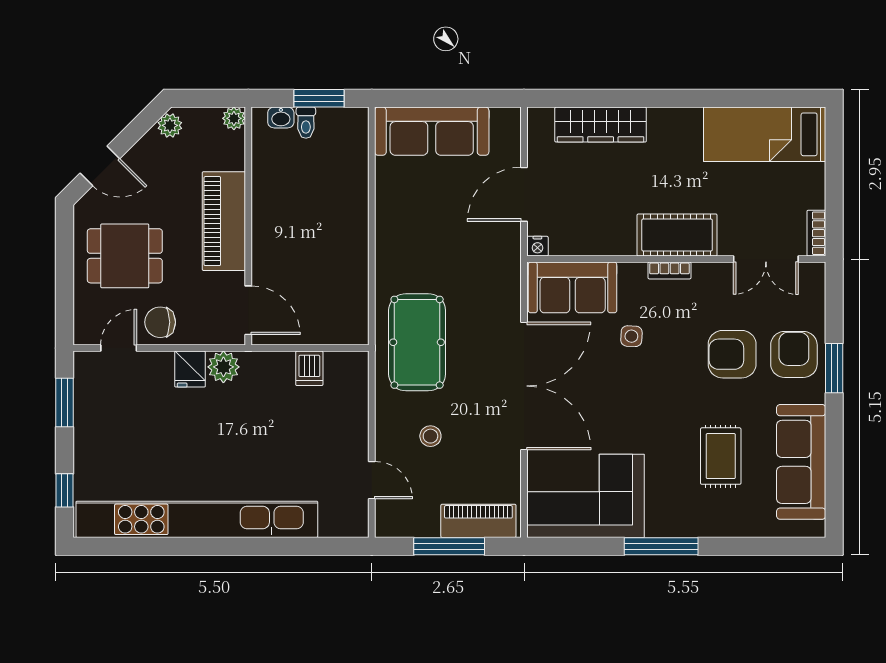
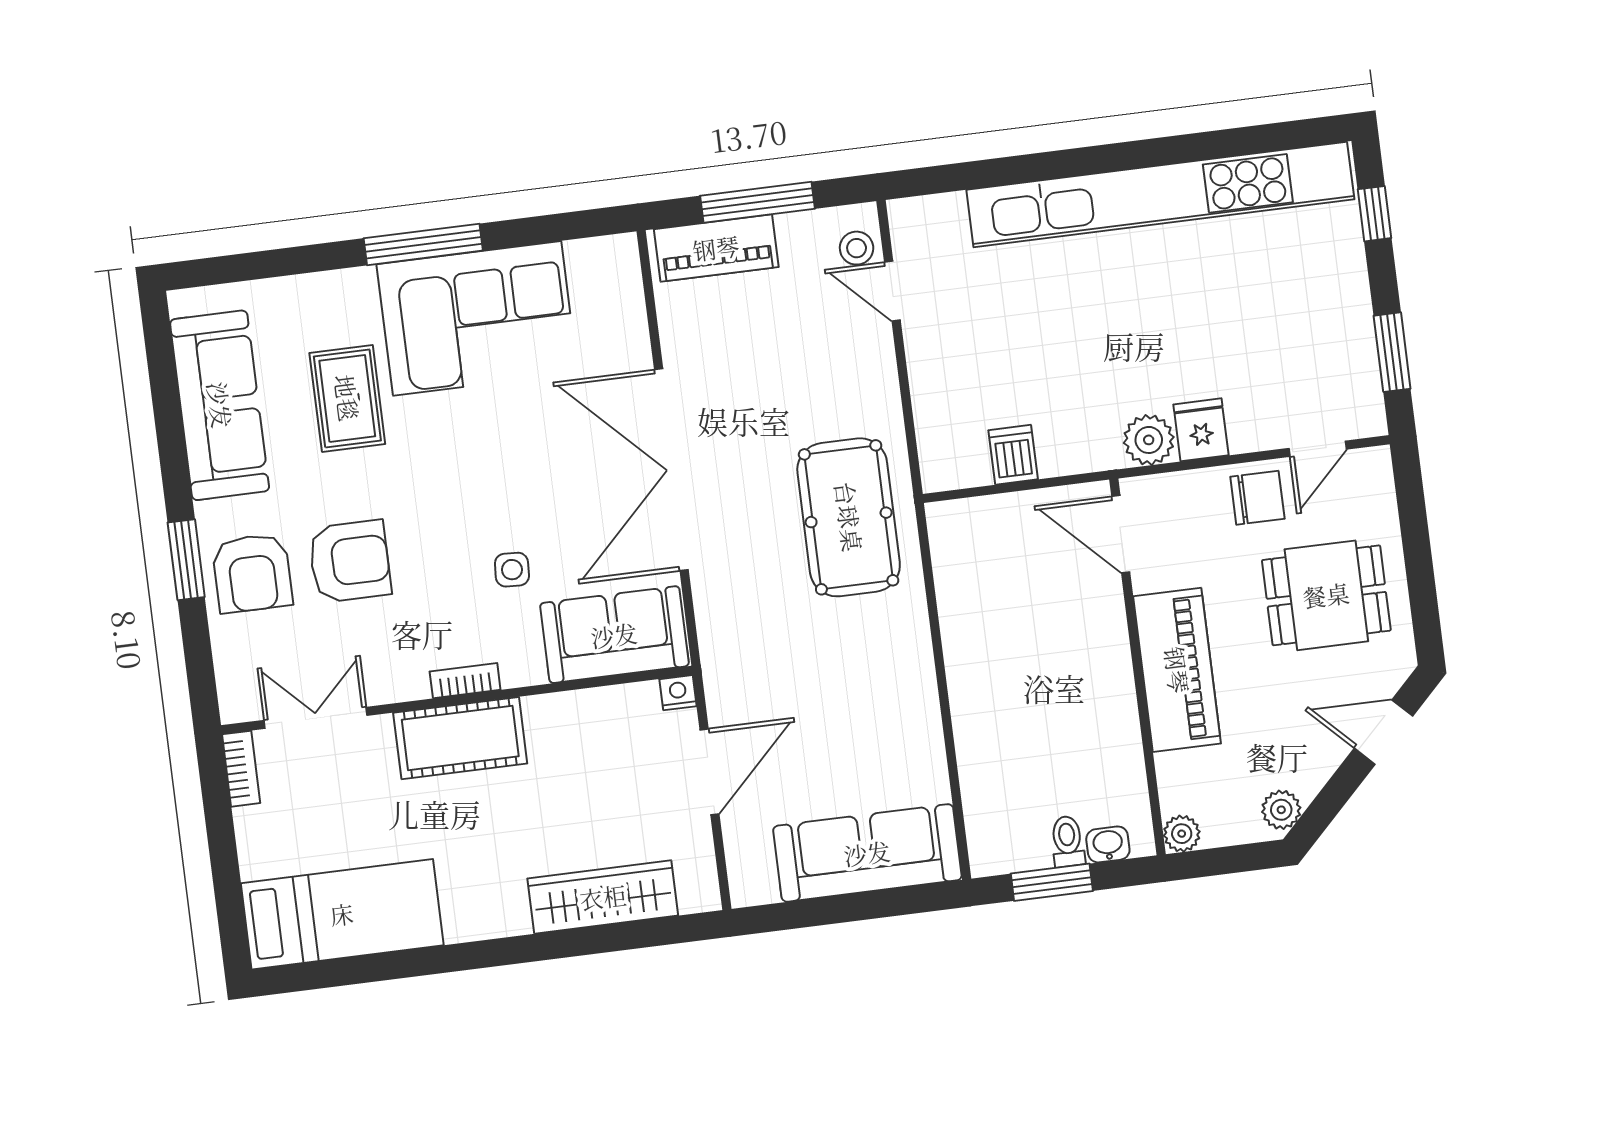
stool: (430, 436) -> (857, 248), moved
corner sofa: (585, 496) -> (477, 318), moved

